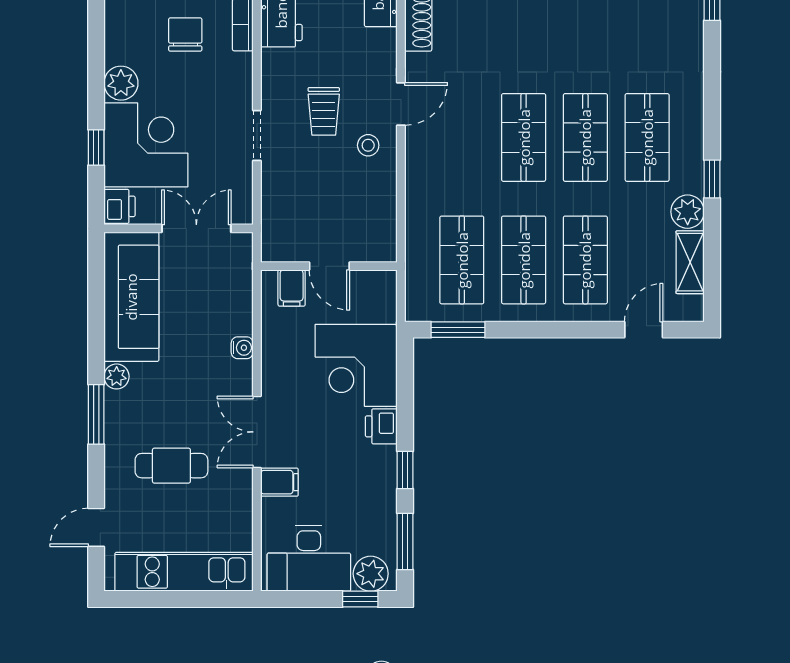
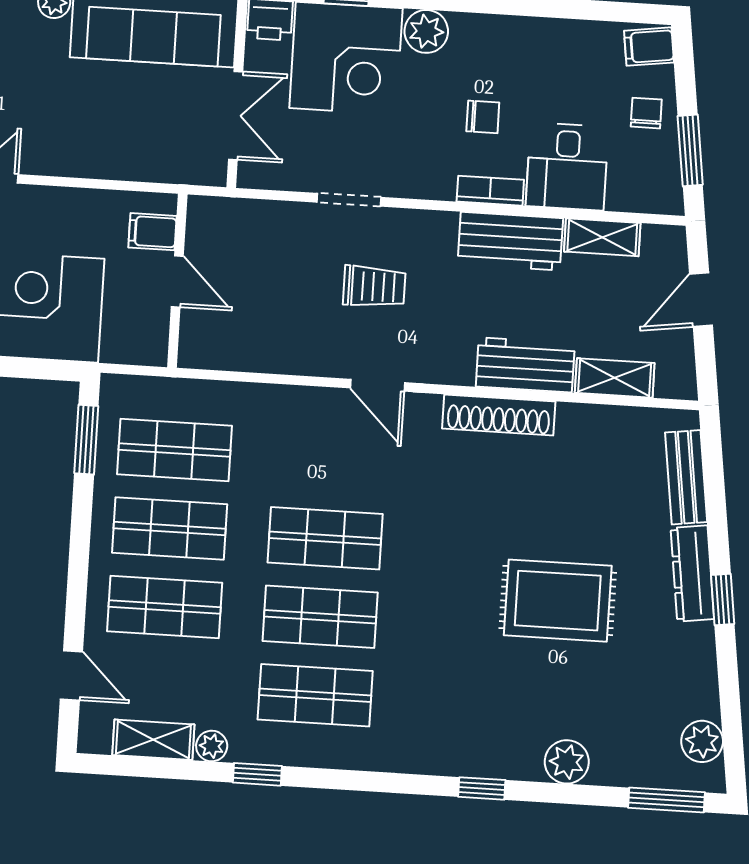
chair: (185, 34) -> (483, 117), width x0.73, depth x0.73
trolley: (324, 111) -> (374, 287), turned 180
stool: (368, 145) -> (328, 340), removed
plant: (688, 212) -> (212, 746), width x0.73, depth x0.73
door: (329, 266) -> (177, 281), swing flipped
water cooler: (242, 348) -> (81, 164), removed

